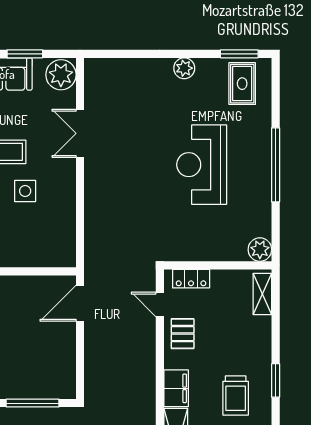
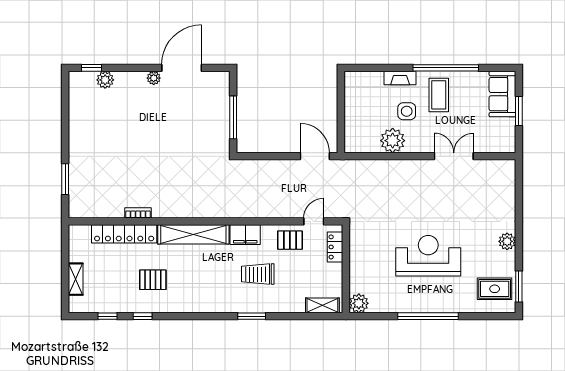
plant: (61, 75) -> (393, 141), moved
trolley: (236, 395) -> (258, 274), moved

